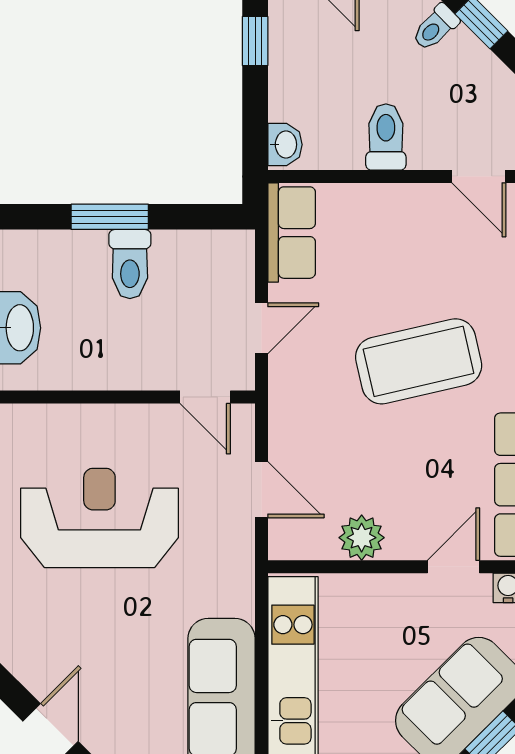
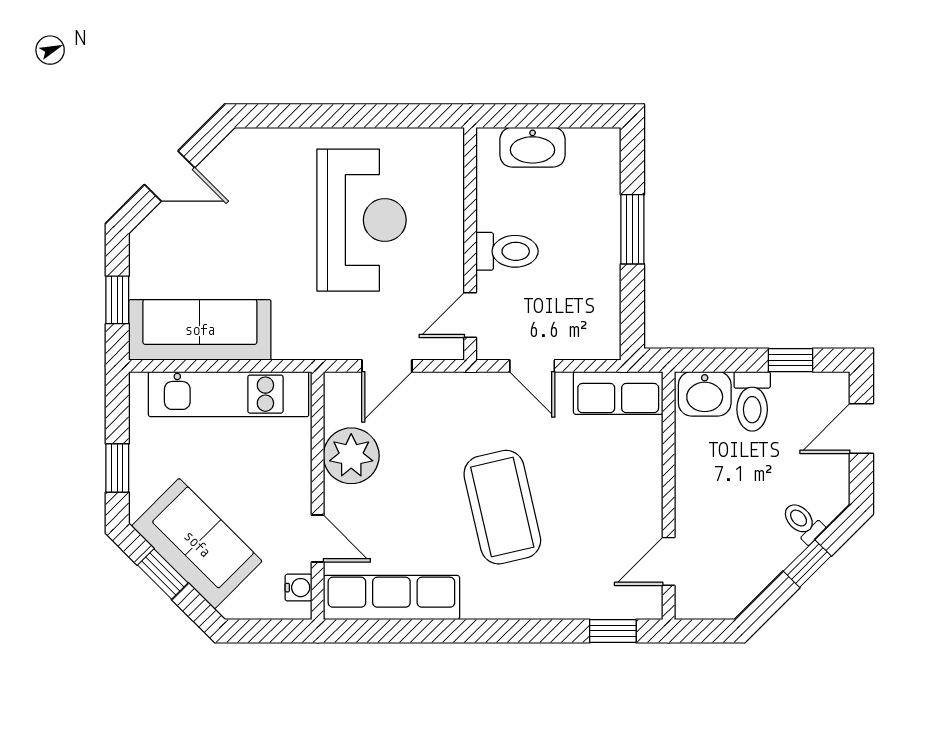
toilet: (386, 137) -> (752, 401), moved, turned 90
washbasin: (285, 145) -> (705, 394), width x1.38, depth x1.45
toilet: (130, 264) -> (507, 251), moved, turned 180
plant: (362, 538) -> (351, 456), width x1.36, depth x1.36

